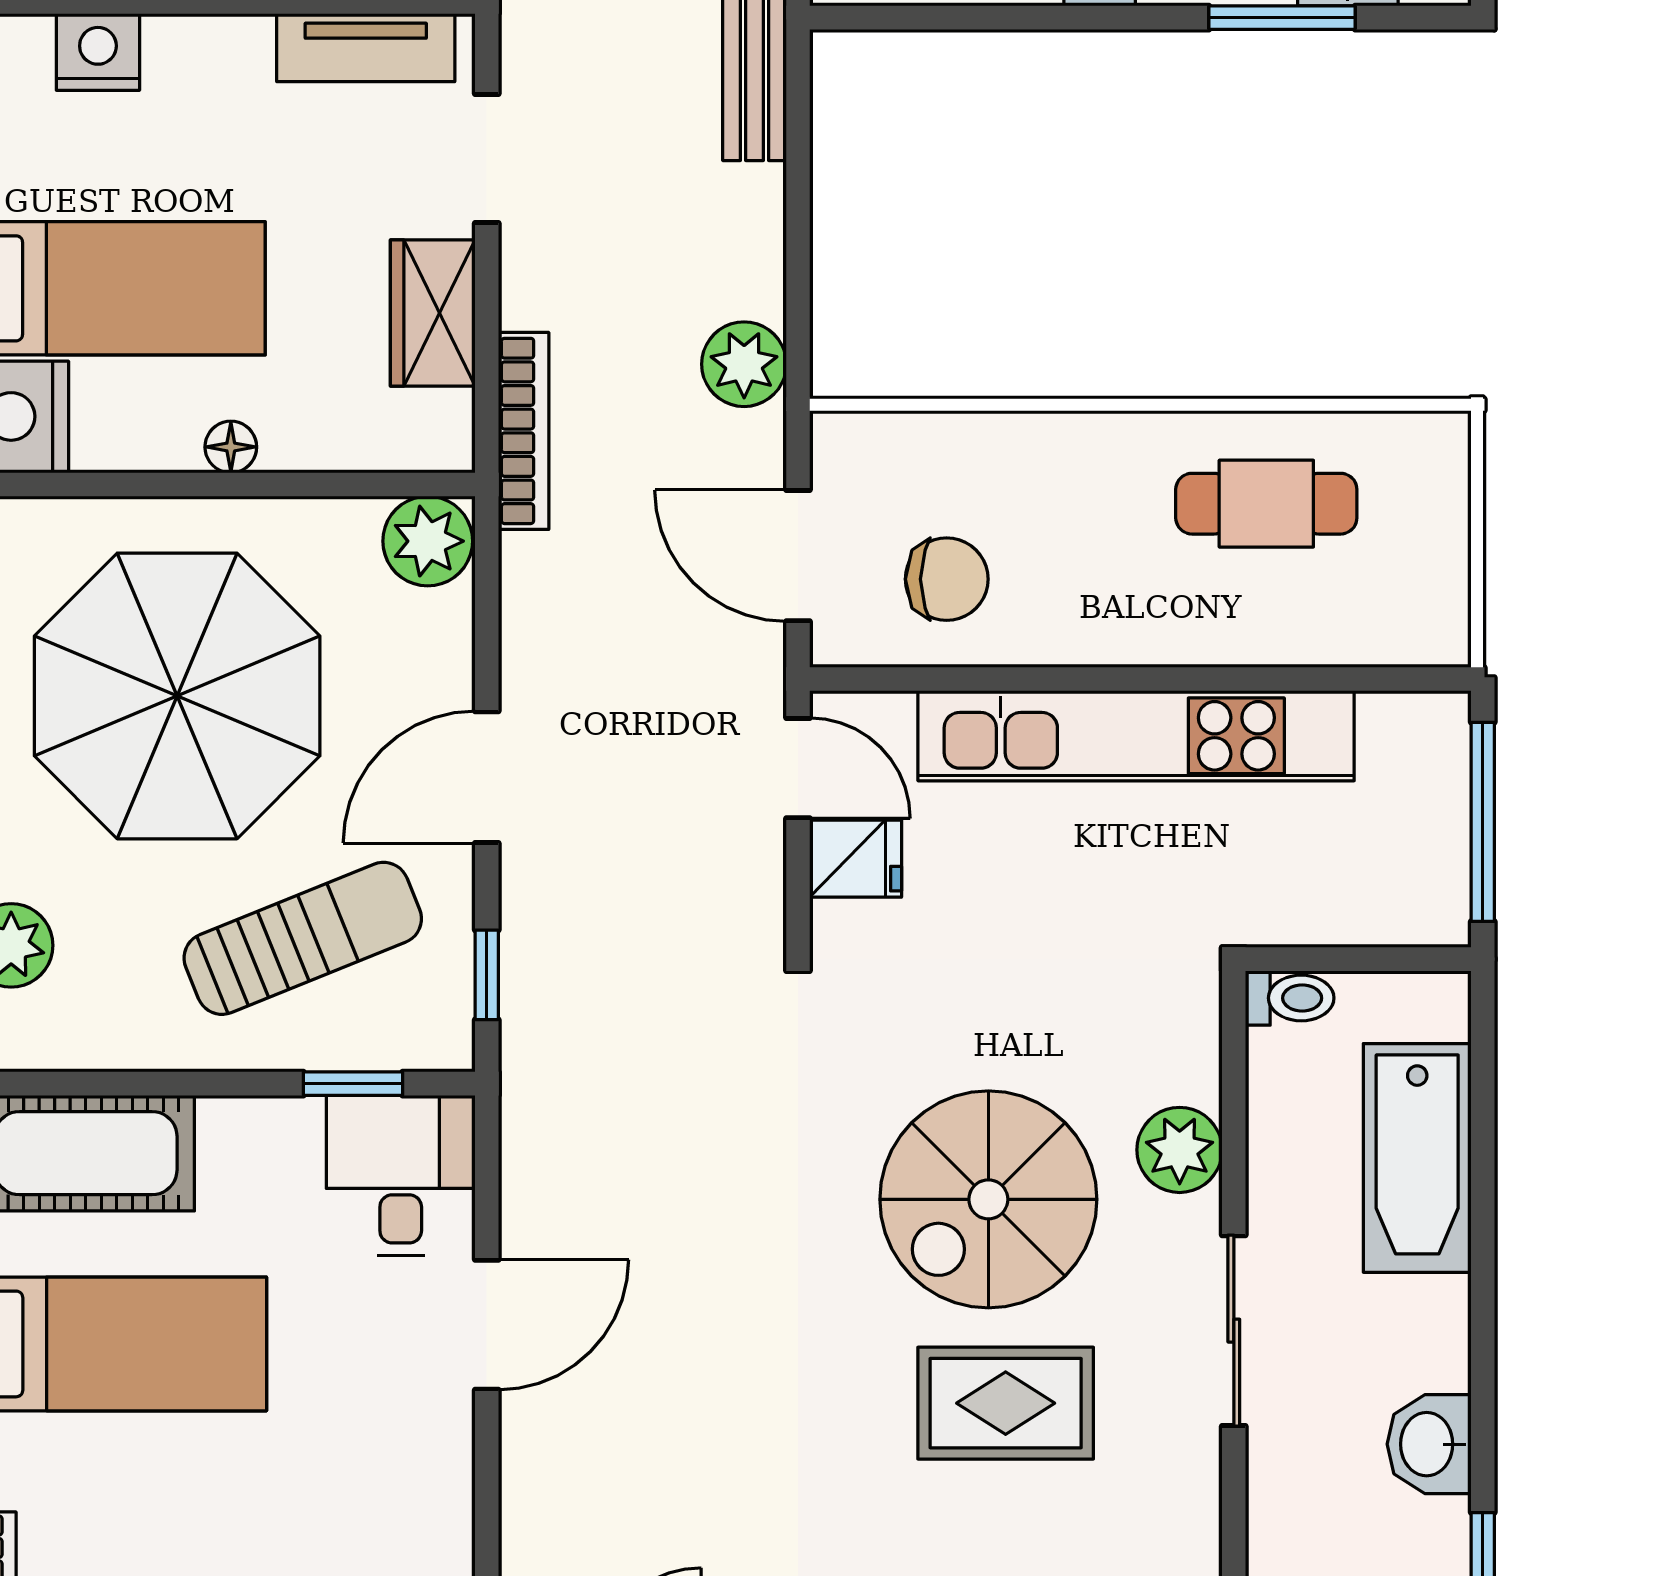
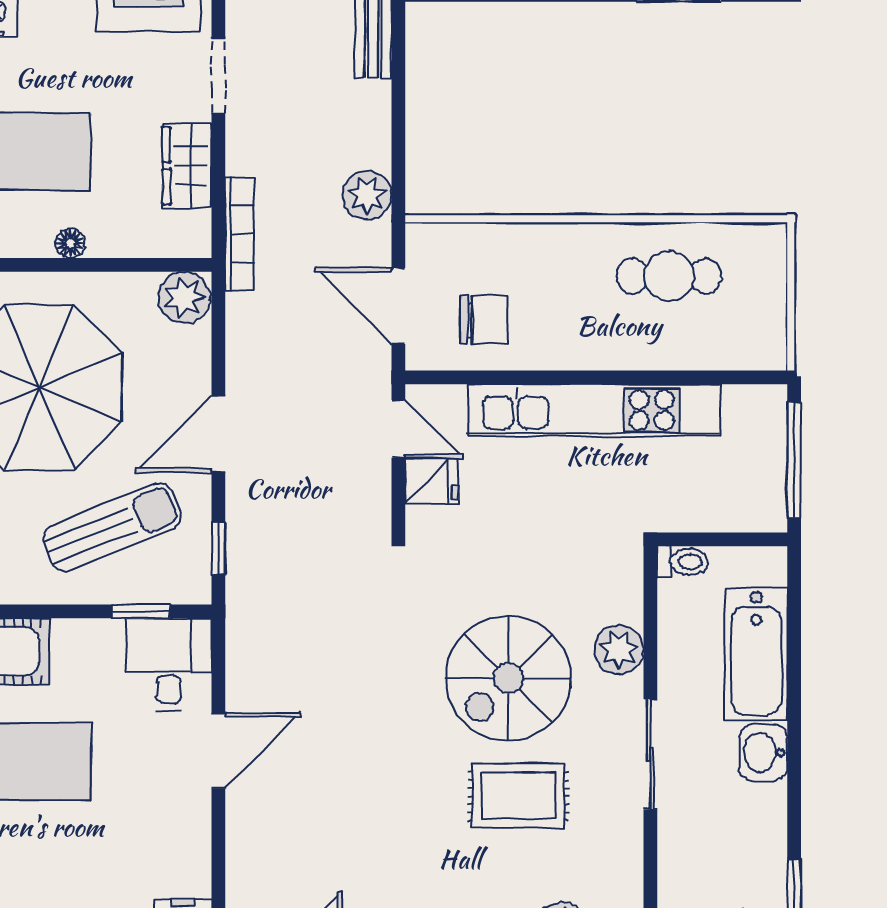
washbasin: (1429, 1444) -> (763, 753), moved

